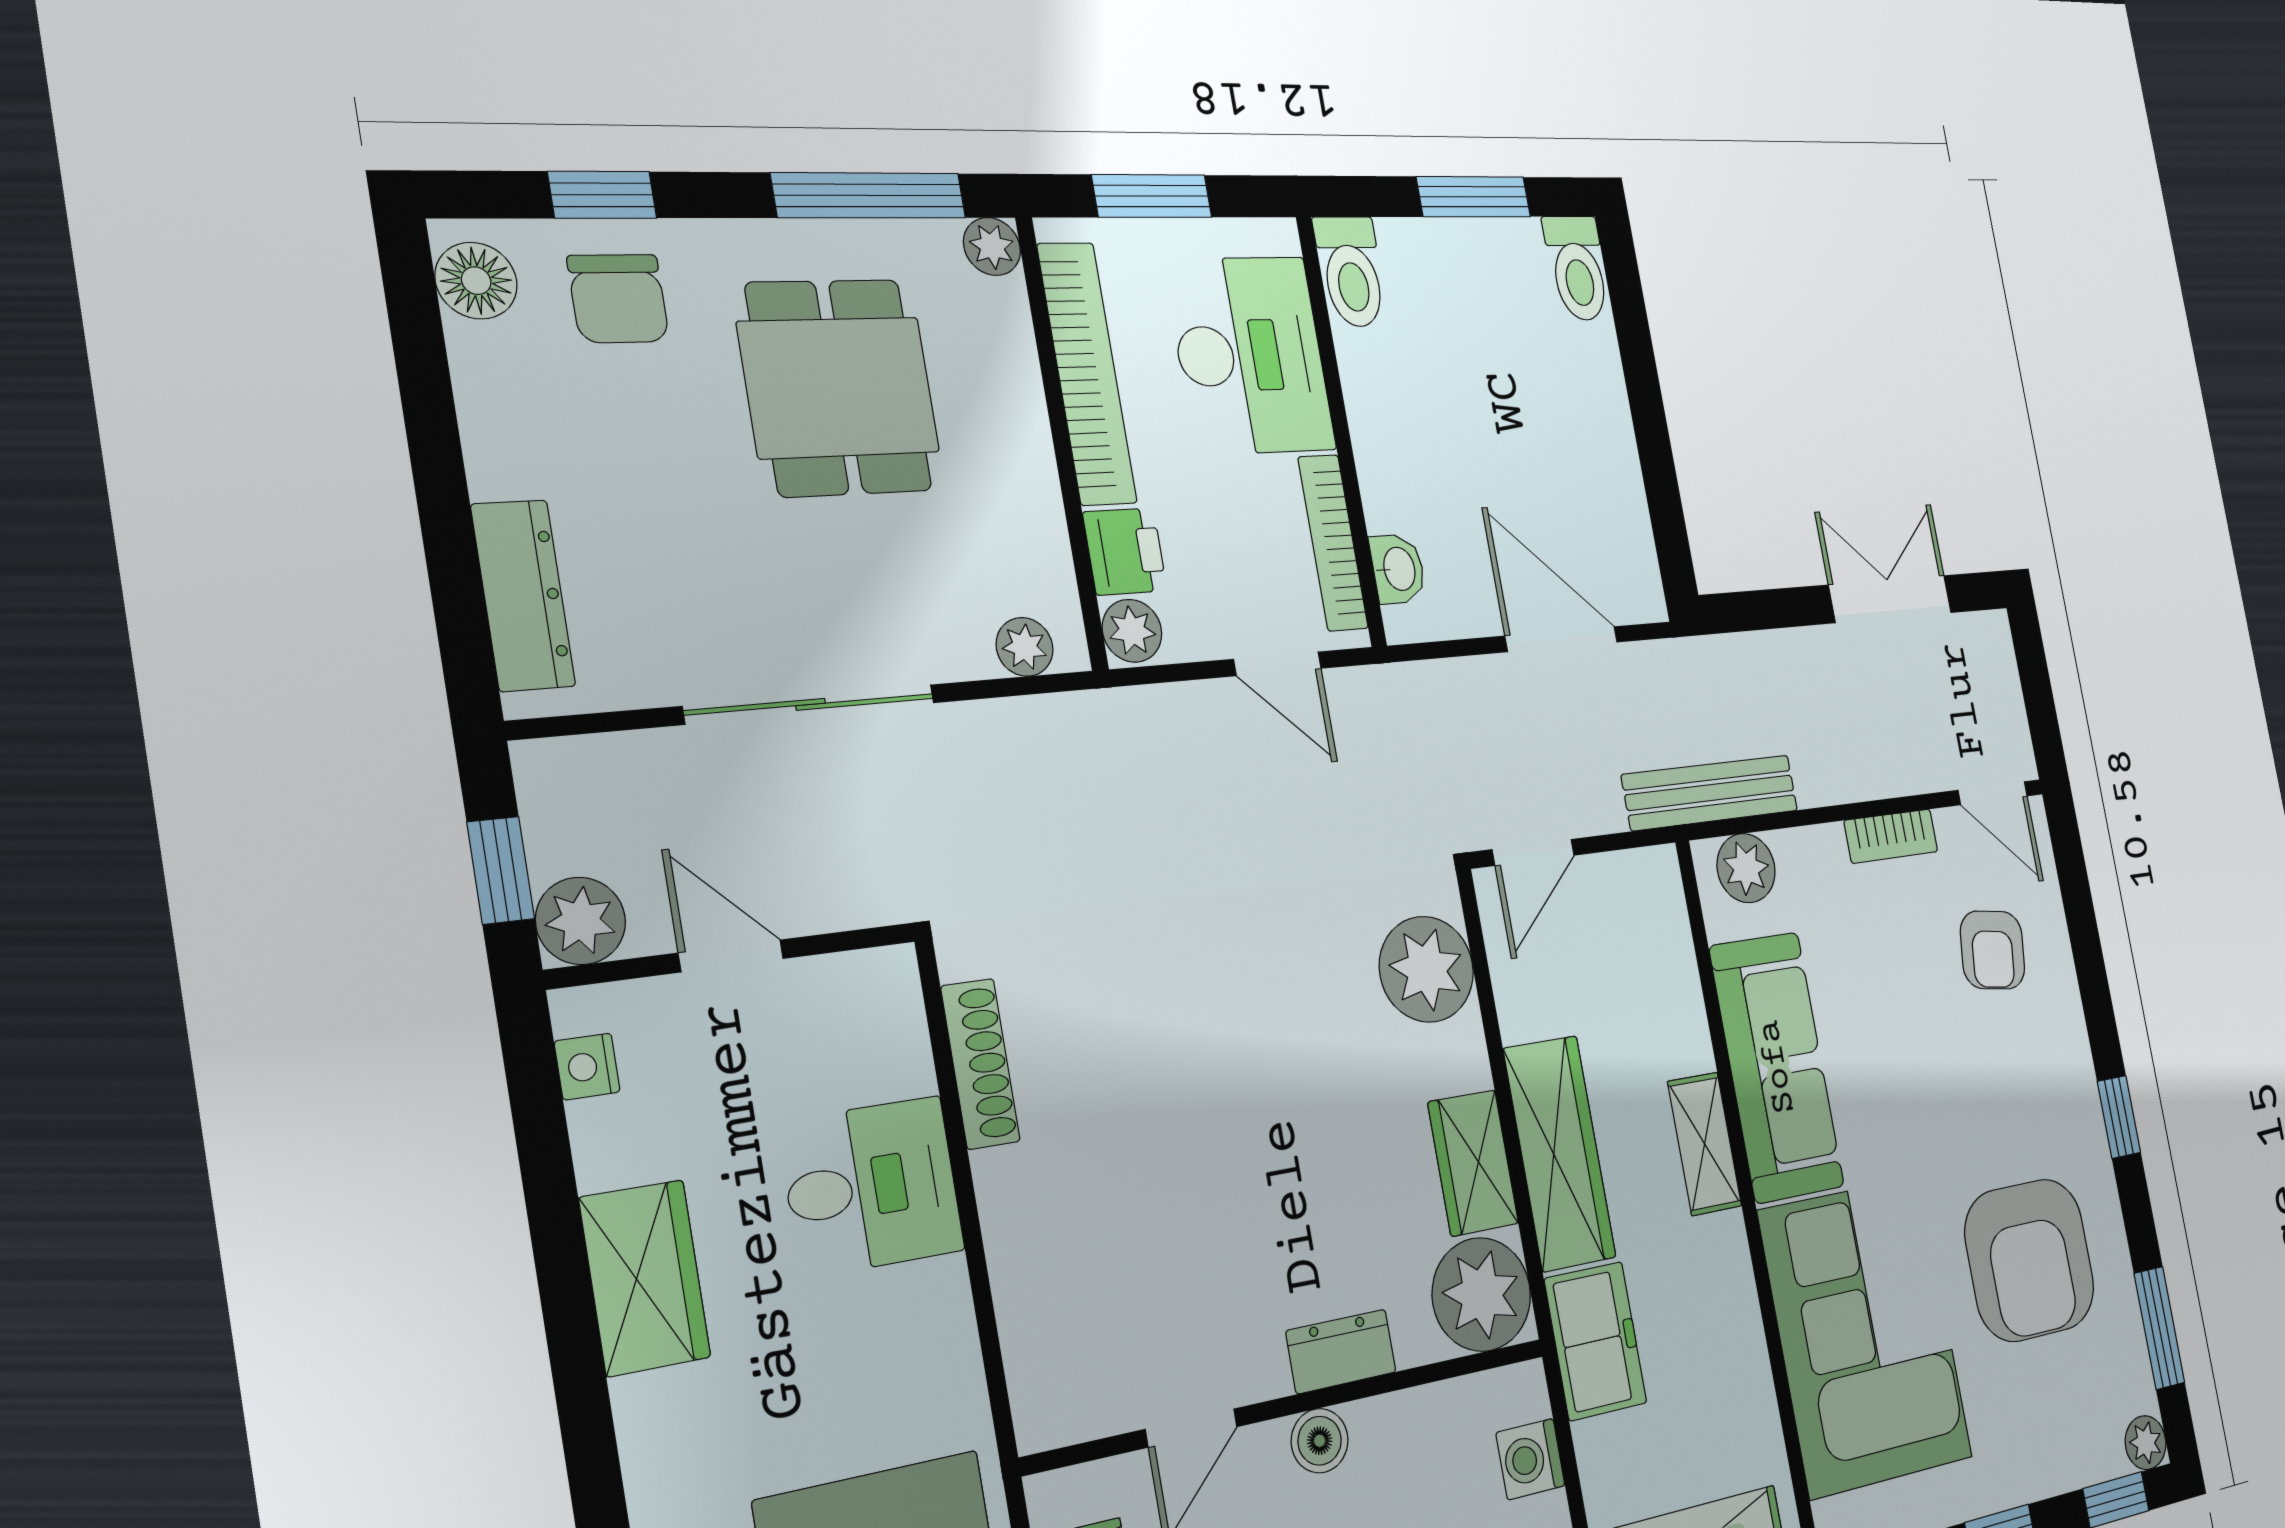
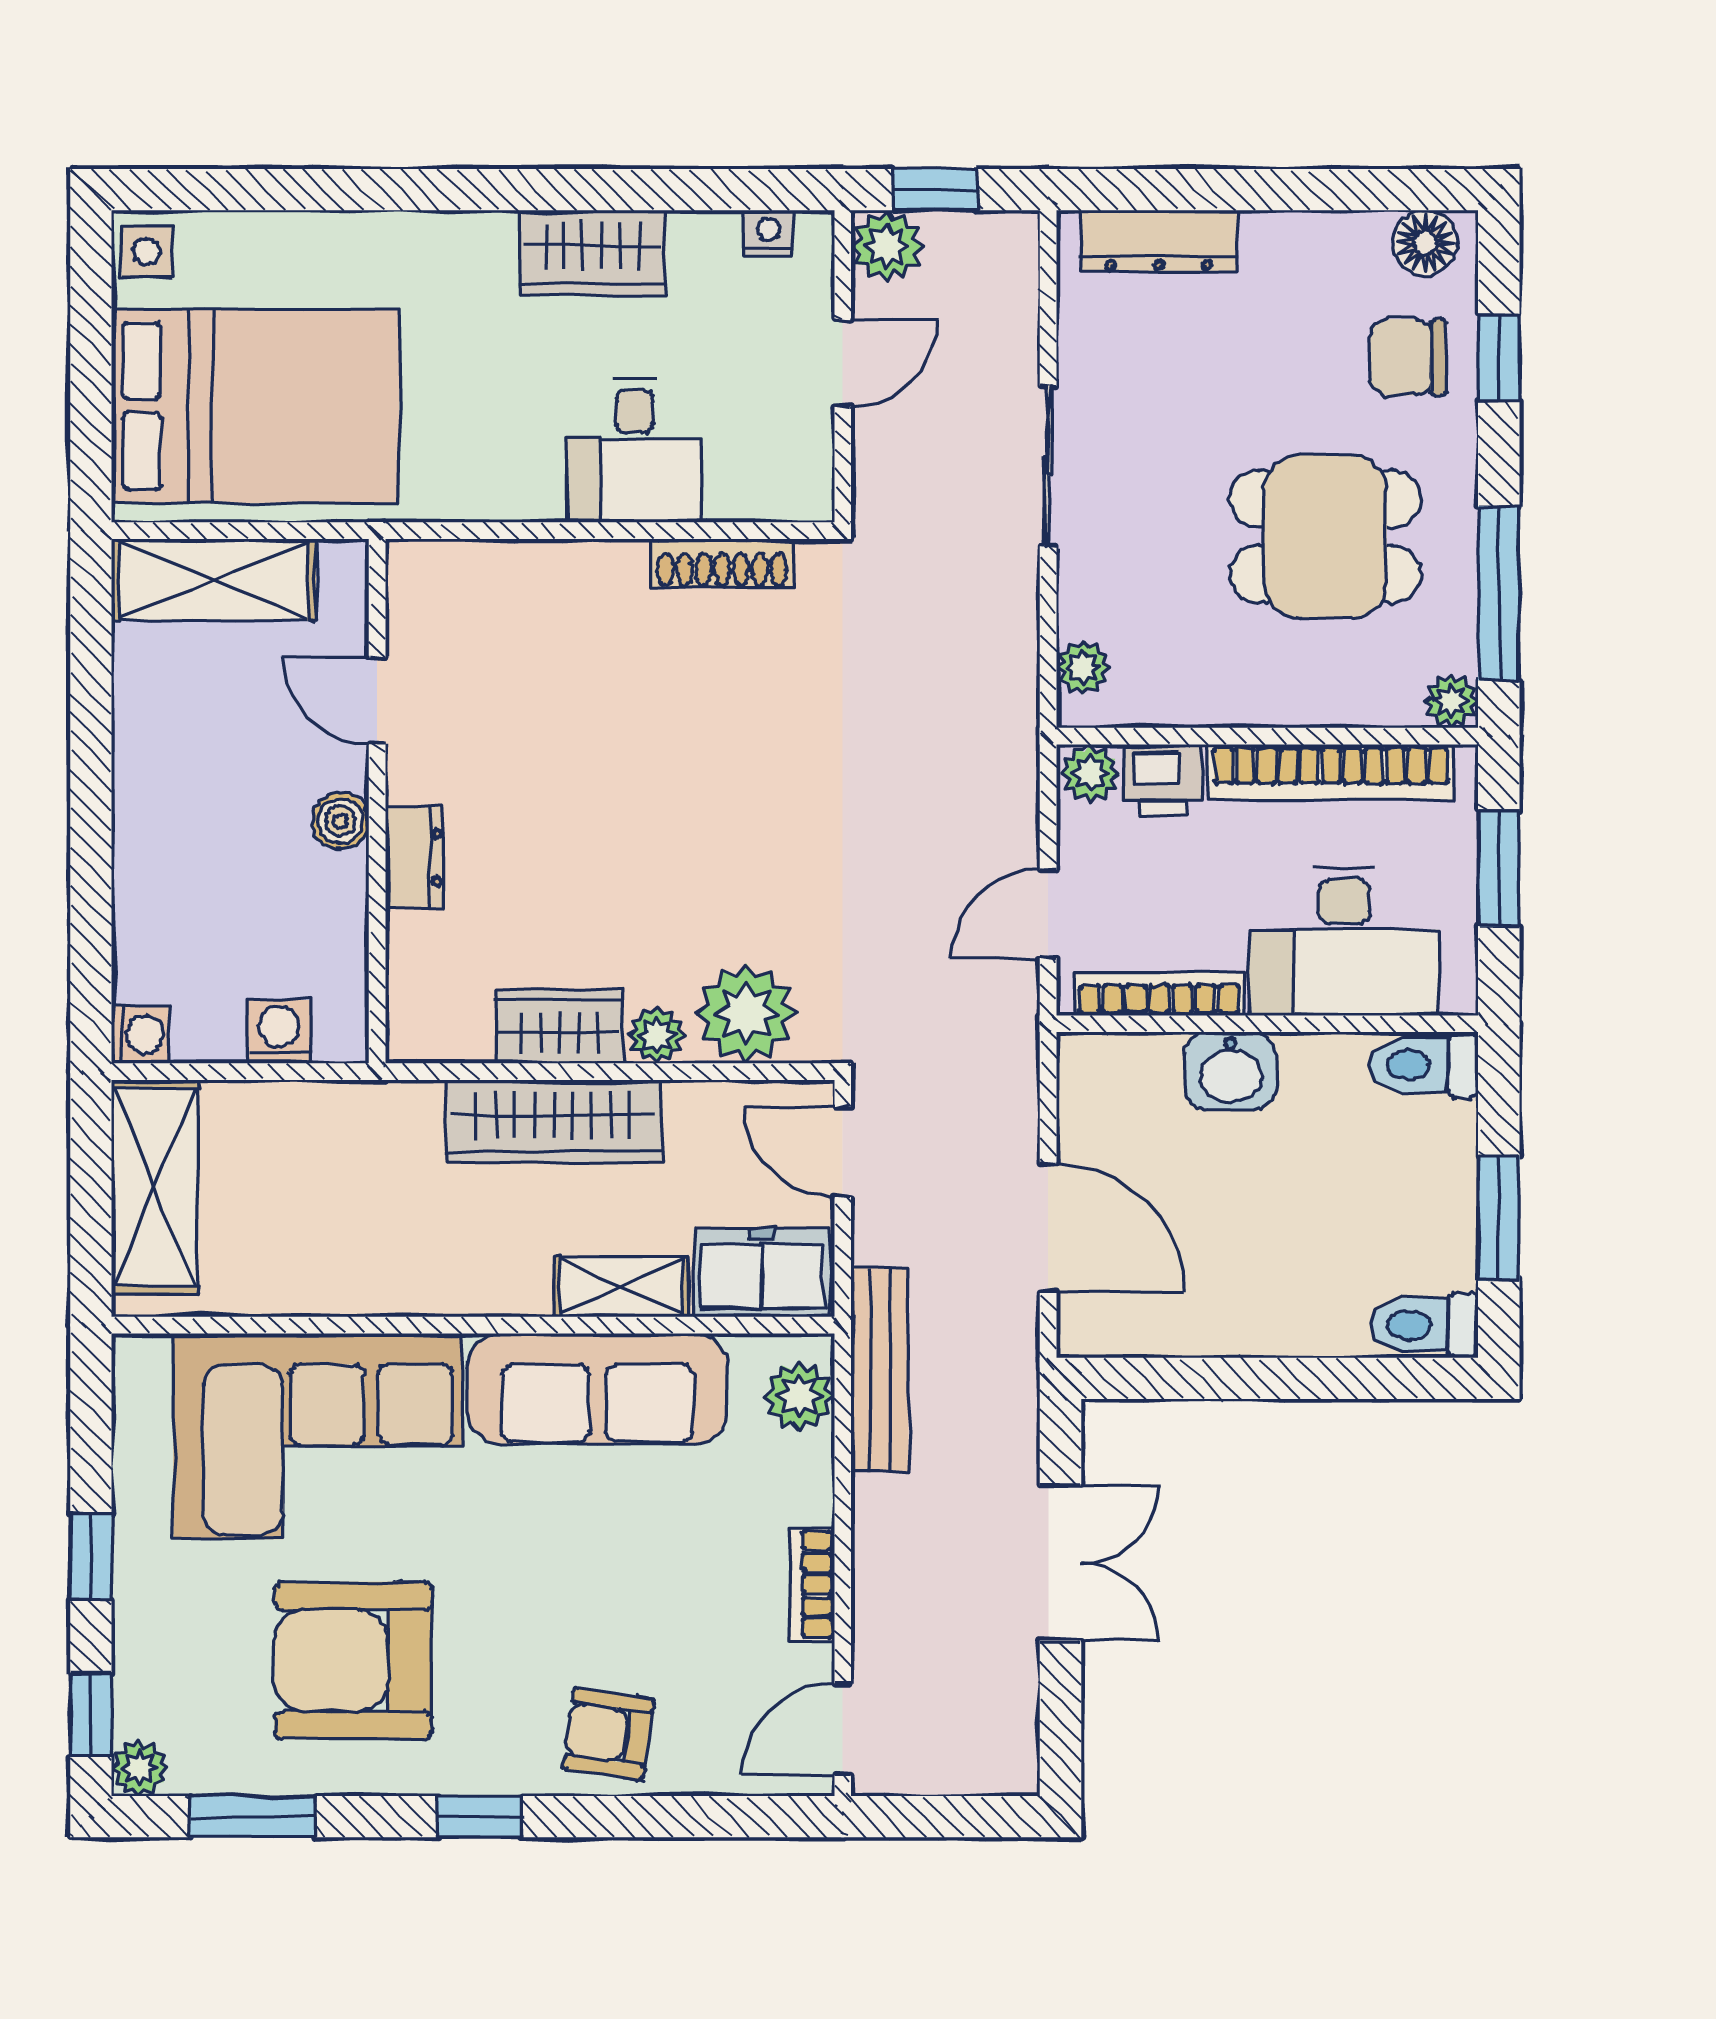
washbasin: (1398, 569) -> (1231, 1071), moved, width x1.38, depth x1.45
double door: (1890, 599) -> (1060, 1563), moved
door: (1562, 639) -> (1048, 1227), hinge flipped
sliding door: (811, 704) -> (1048, 466), width x0.73
armchair: (1993, 950) -> (608, 1734), moved
shelving: (1705, 1144) -> (622, 1287), moved
plant: (1482, 1294) -> (657, 1035), moved, width x0.53, depth x0.53
freezer: (1596, 1341) -> (762, 1273), moved, turned 180

